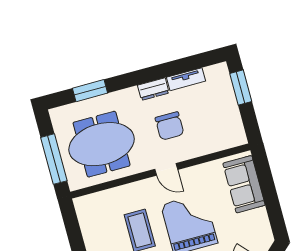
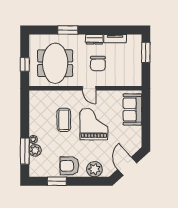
window: (90, 91) -> (68, 30), moved
meeting table: (102, 144) -> (55, 63), turned 90
window: (54, 159) -> (25, 64), width x0.46

